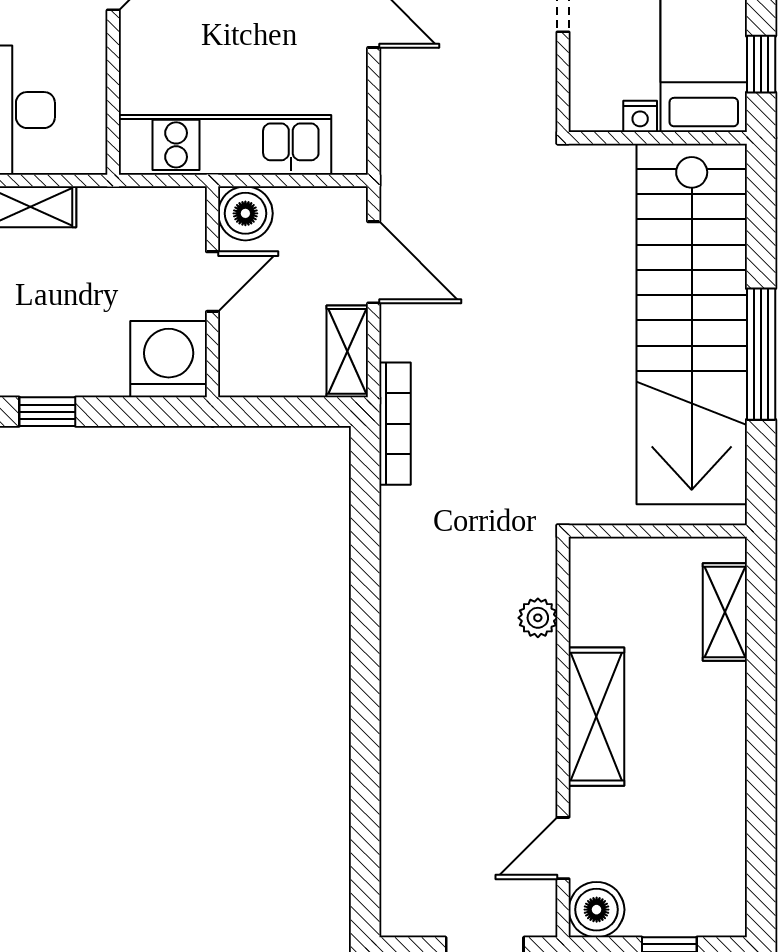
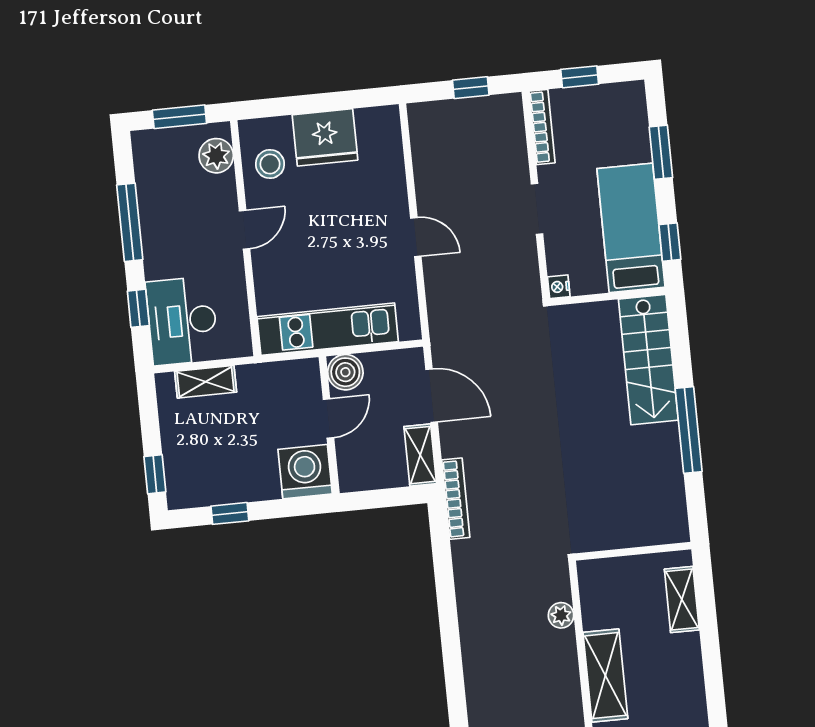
nightstand: (640, 116) -> (559, 287), moved, turned 90
stairs: (692, 324) -> (648, 360), width x0.54, depth x0.66

